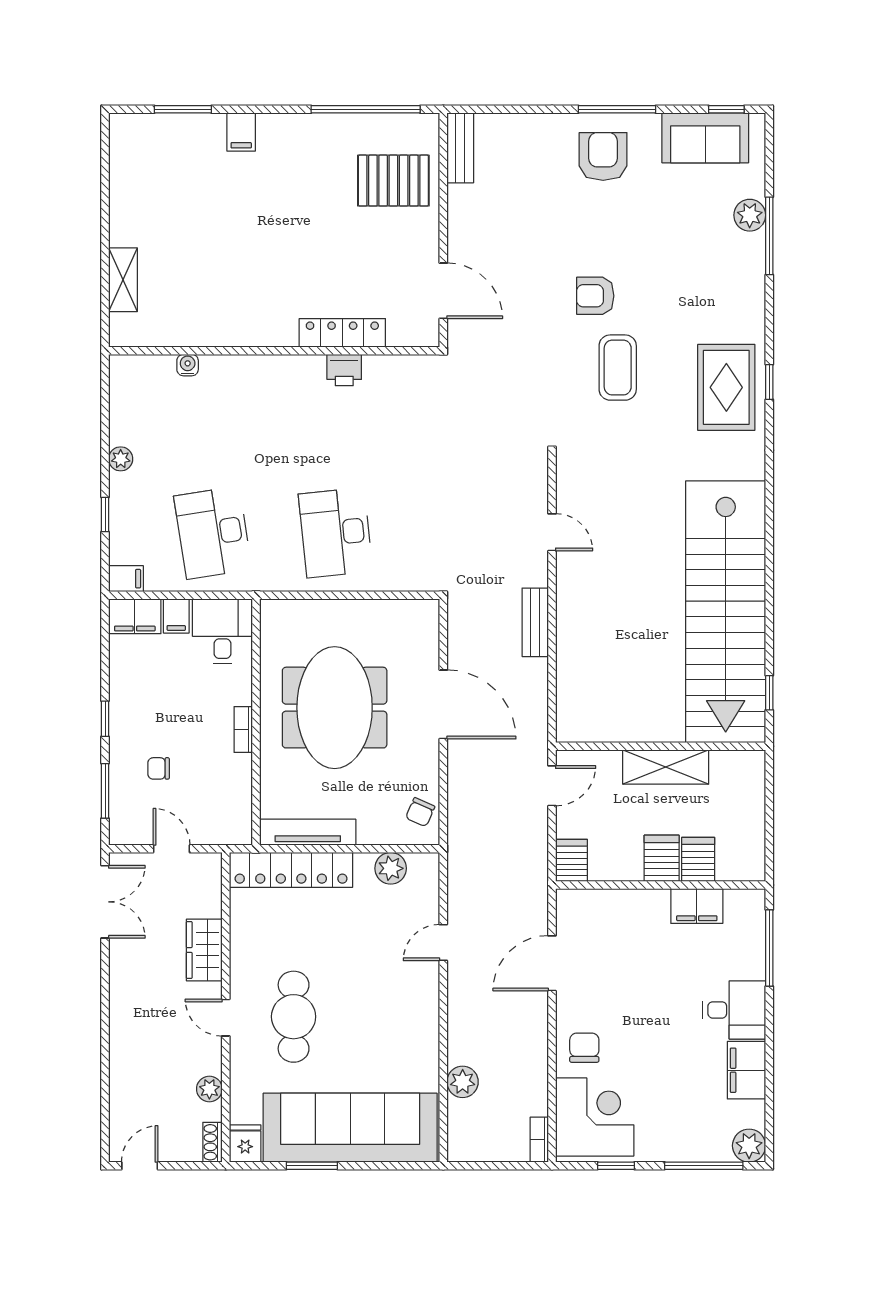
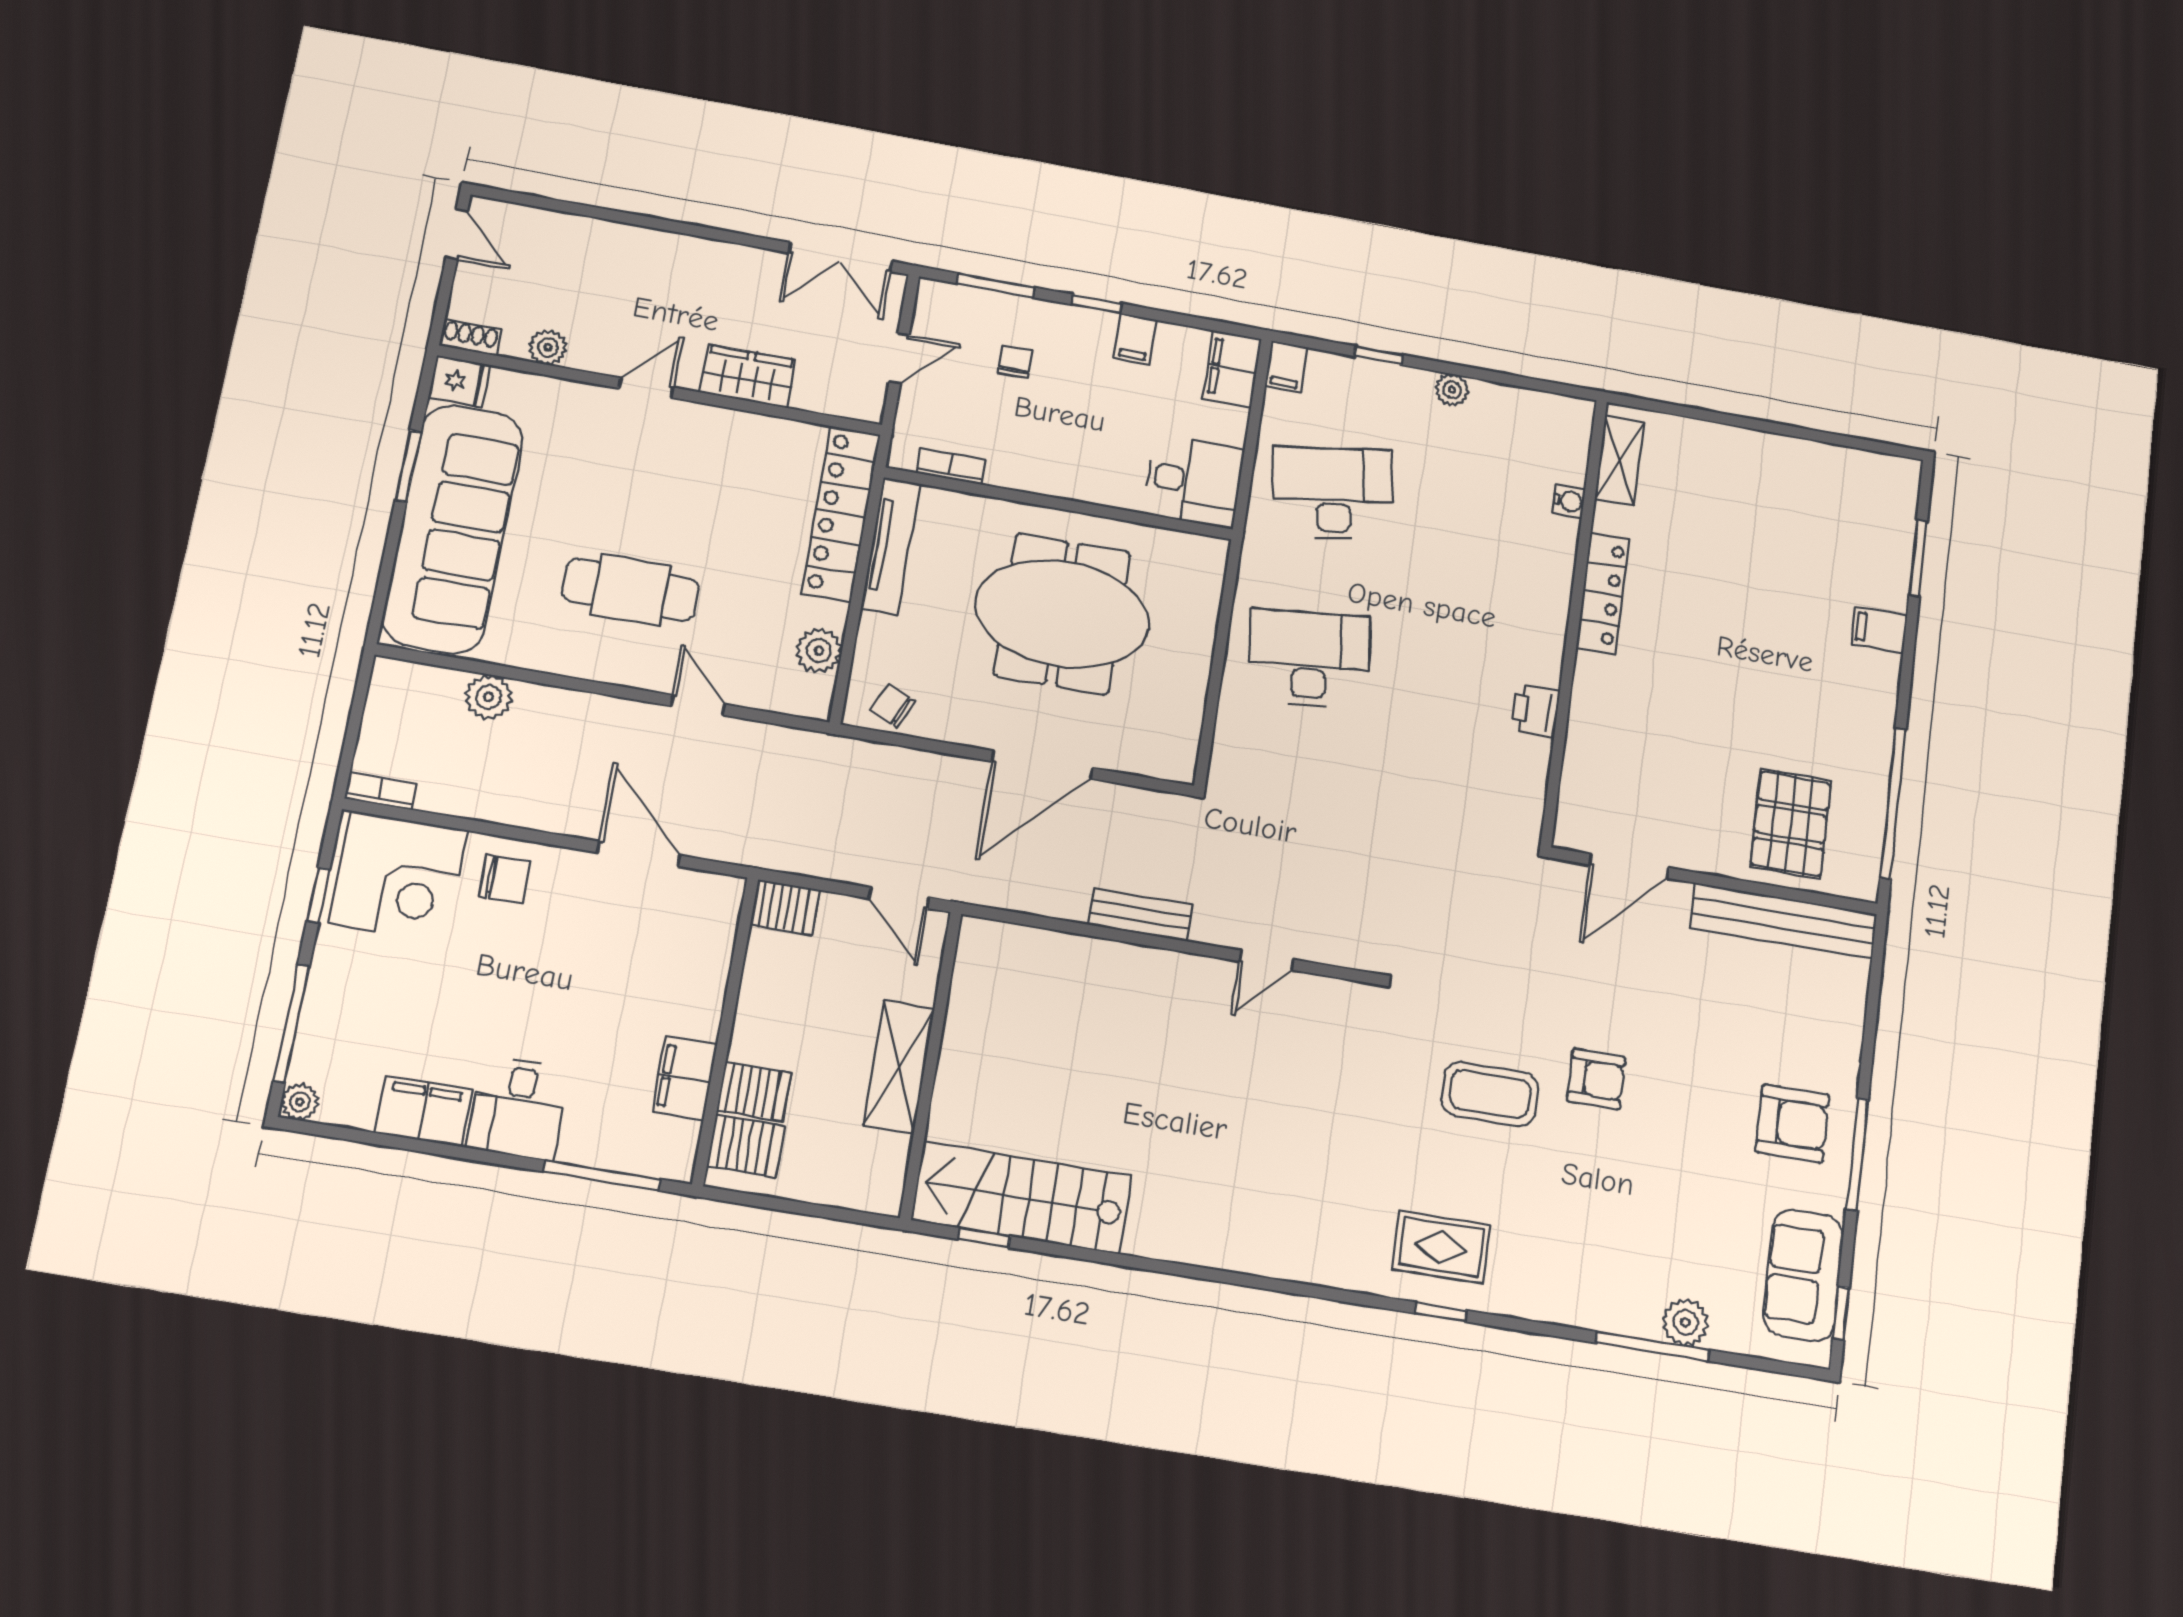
bench: (460, 148) -> (1784, 921), width x1.86, depth x1.21
shelving: (123, 280) -> (1619, 461), moved, turned 90
armchair: (595, 296) -> (1596, 1079), turned 90
locker: (342, 333) -> (1603, 594), moved
rug: (726, 387) -> (1441, 1247), width x0.73, depth x0.70
stairs: (726, 612) -> (1021, 1198), width x0.54, depth x0.66
filing cabinet: (176, 616) -> (1135, 339), moved, turned -90
bookcase: (243, 729) -> (951, 466), moved
server rack: (662, 858) -> (746, 1146), moved
cafe table: (294, 1017) -> (631, 590), moved
plant: (749, 1146) -> (300, 1102), width x0.73, depth x0.73

